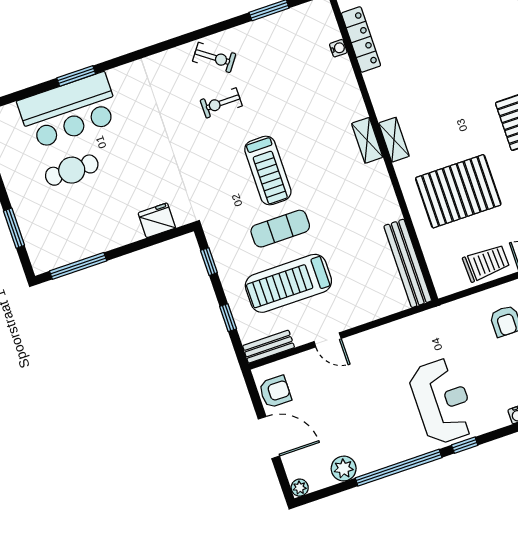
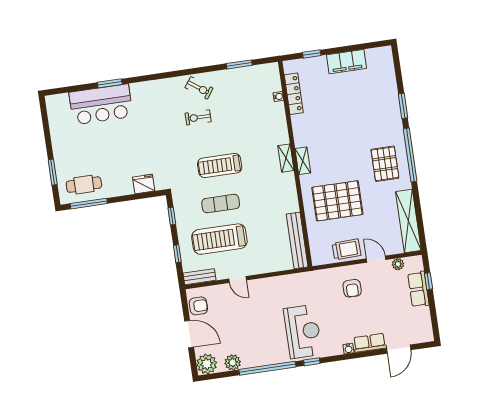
cafe table: (72, 170) -> (84, 185), moved
treadmill: (268, 171) -> (220, 165), turned 90
plant: (300, 488) -> (207, 364), width x1.88, depth x1.88

